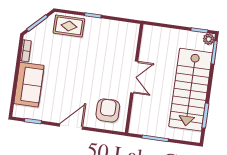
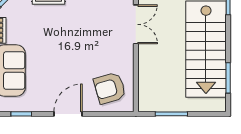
double door: (134, 77) -> (136, 24), moved
armchair: (108, 110) -> (110, 88), turned -106

